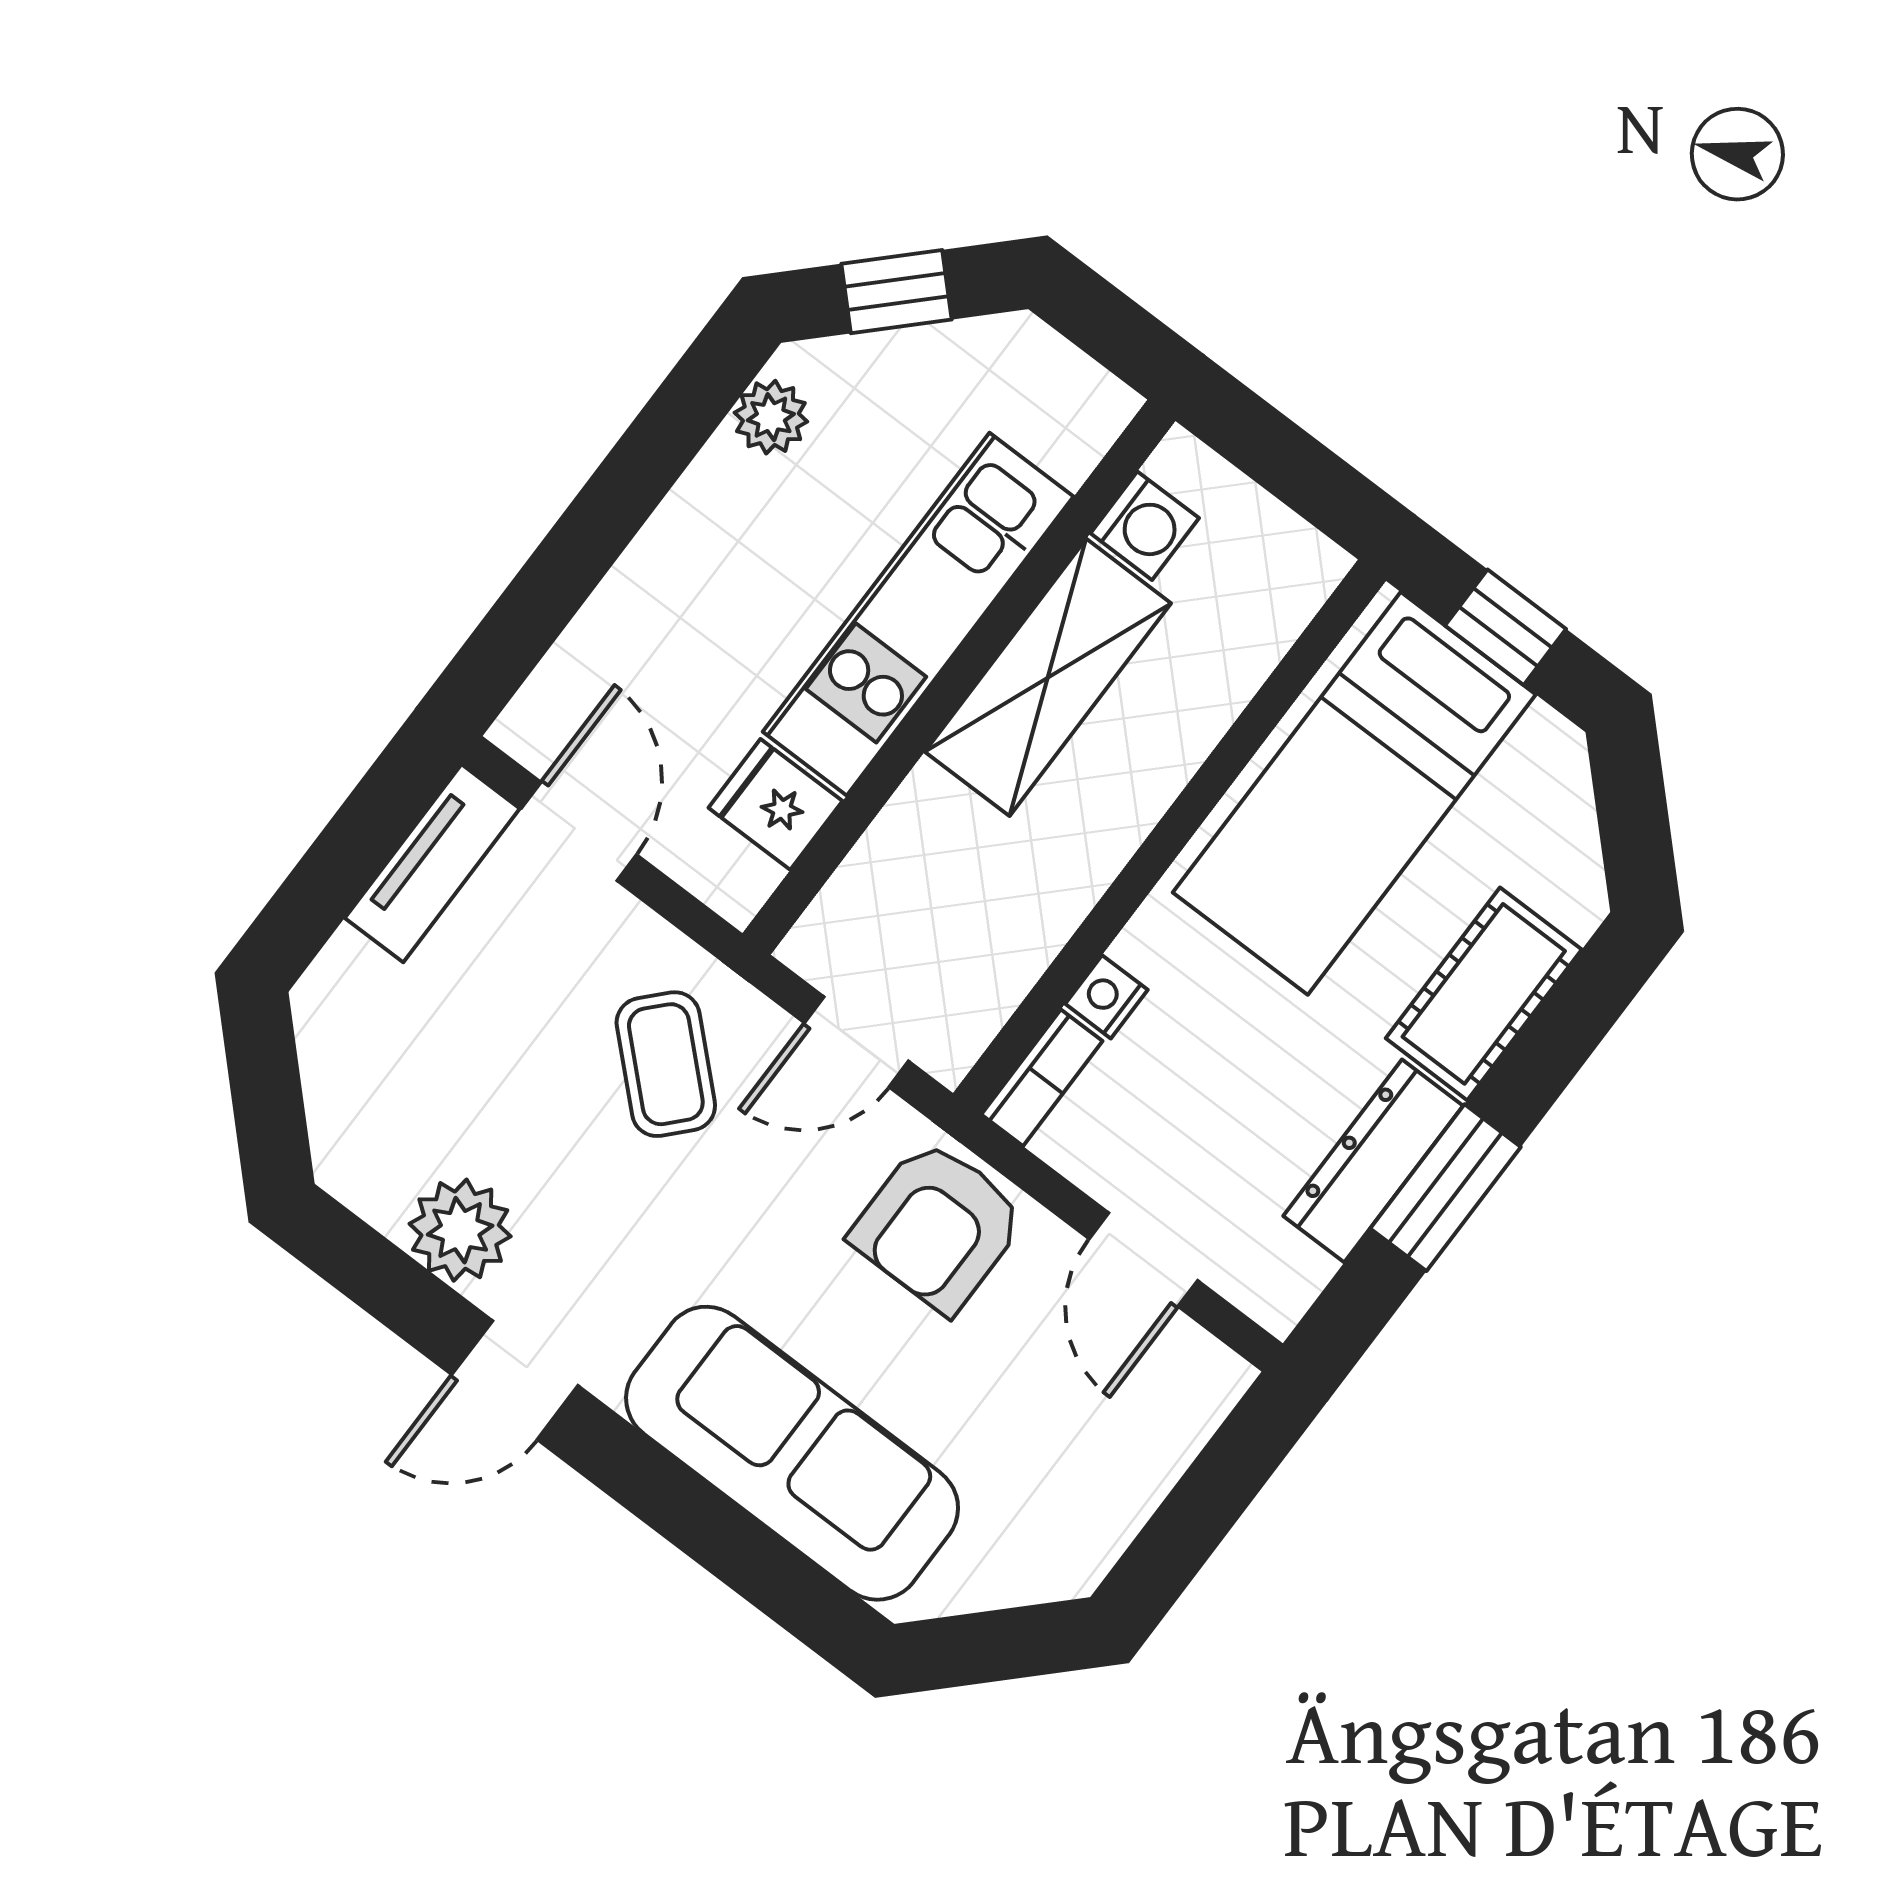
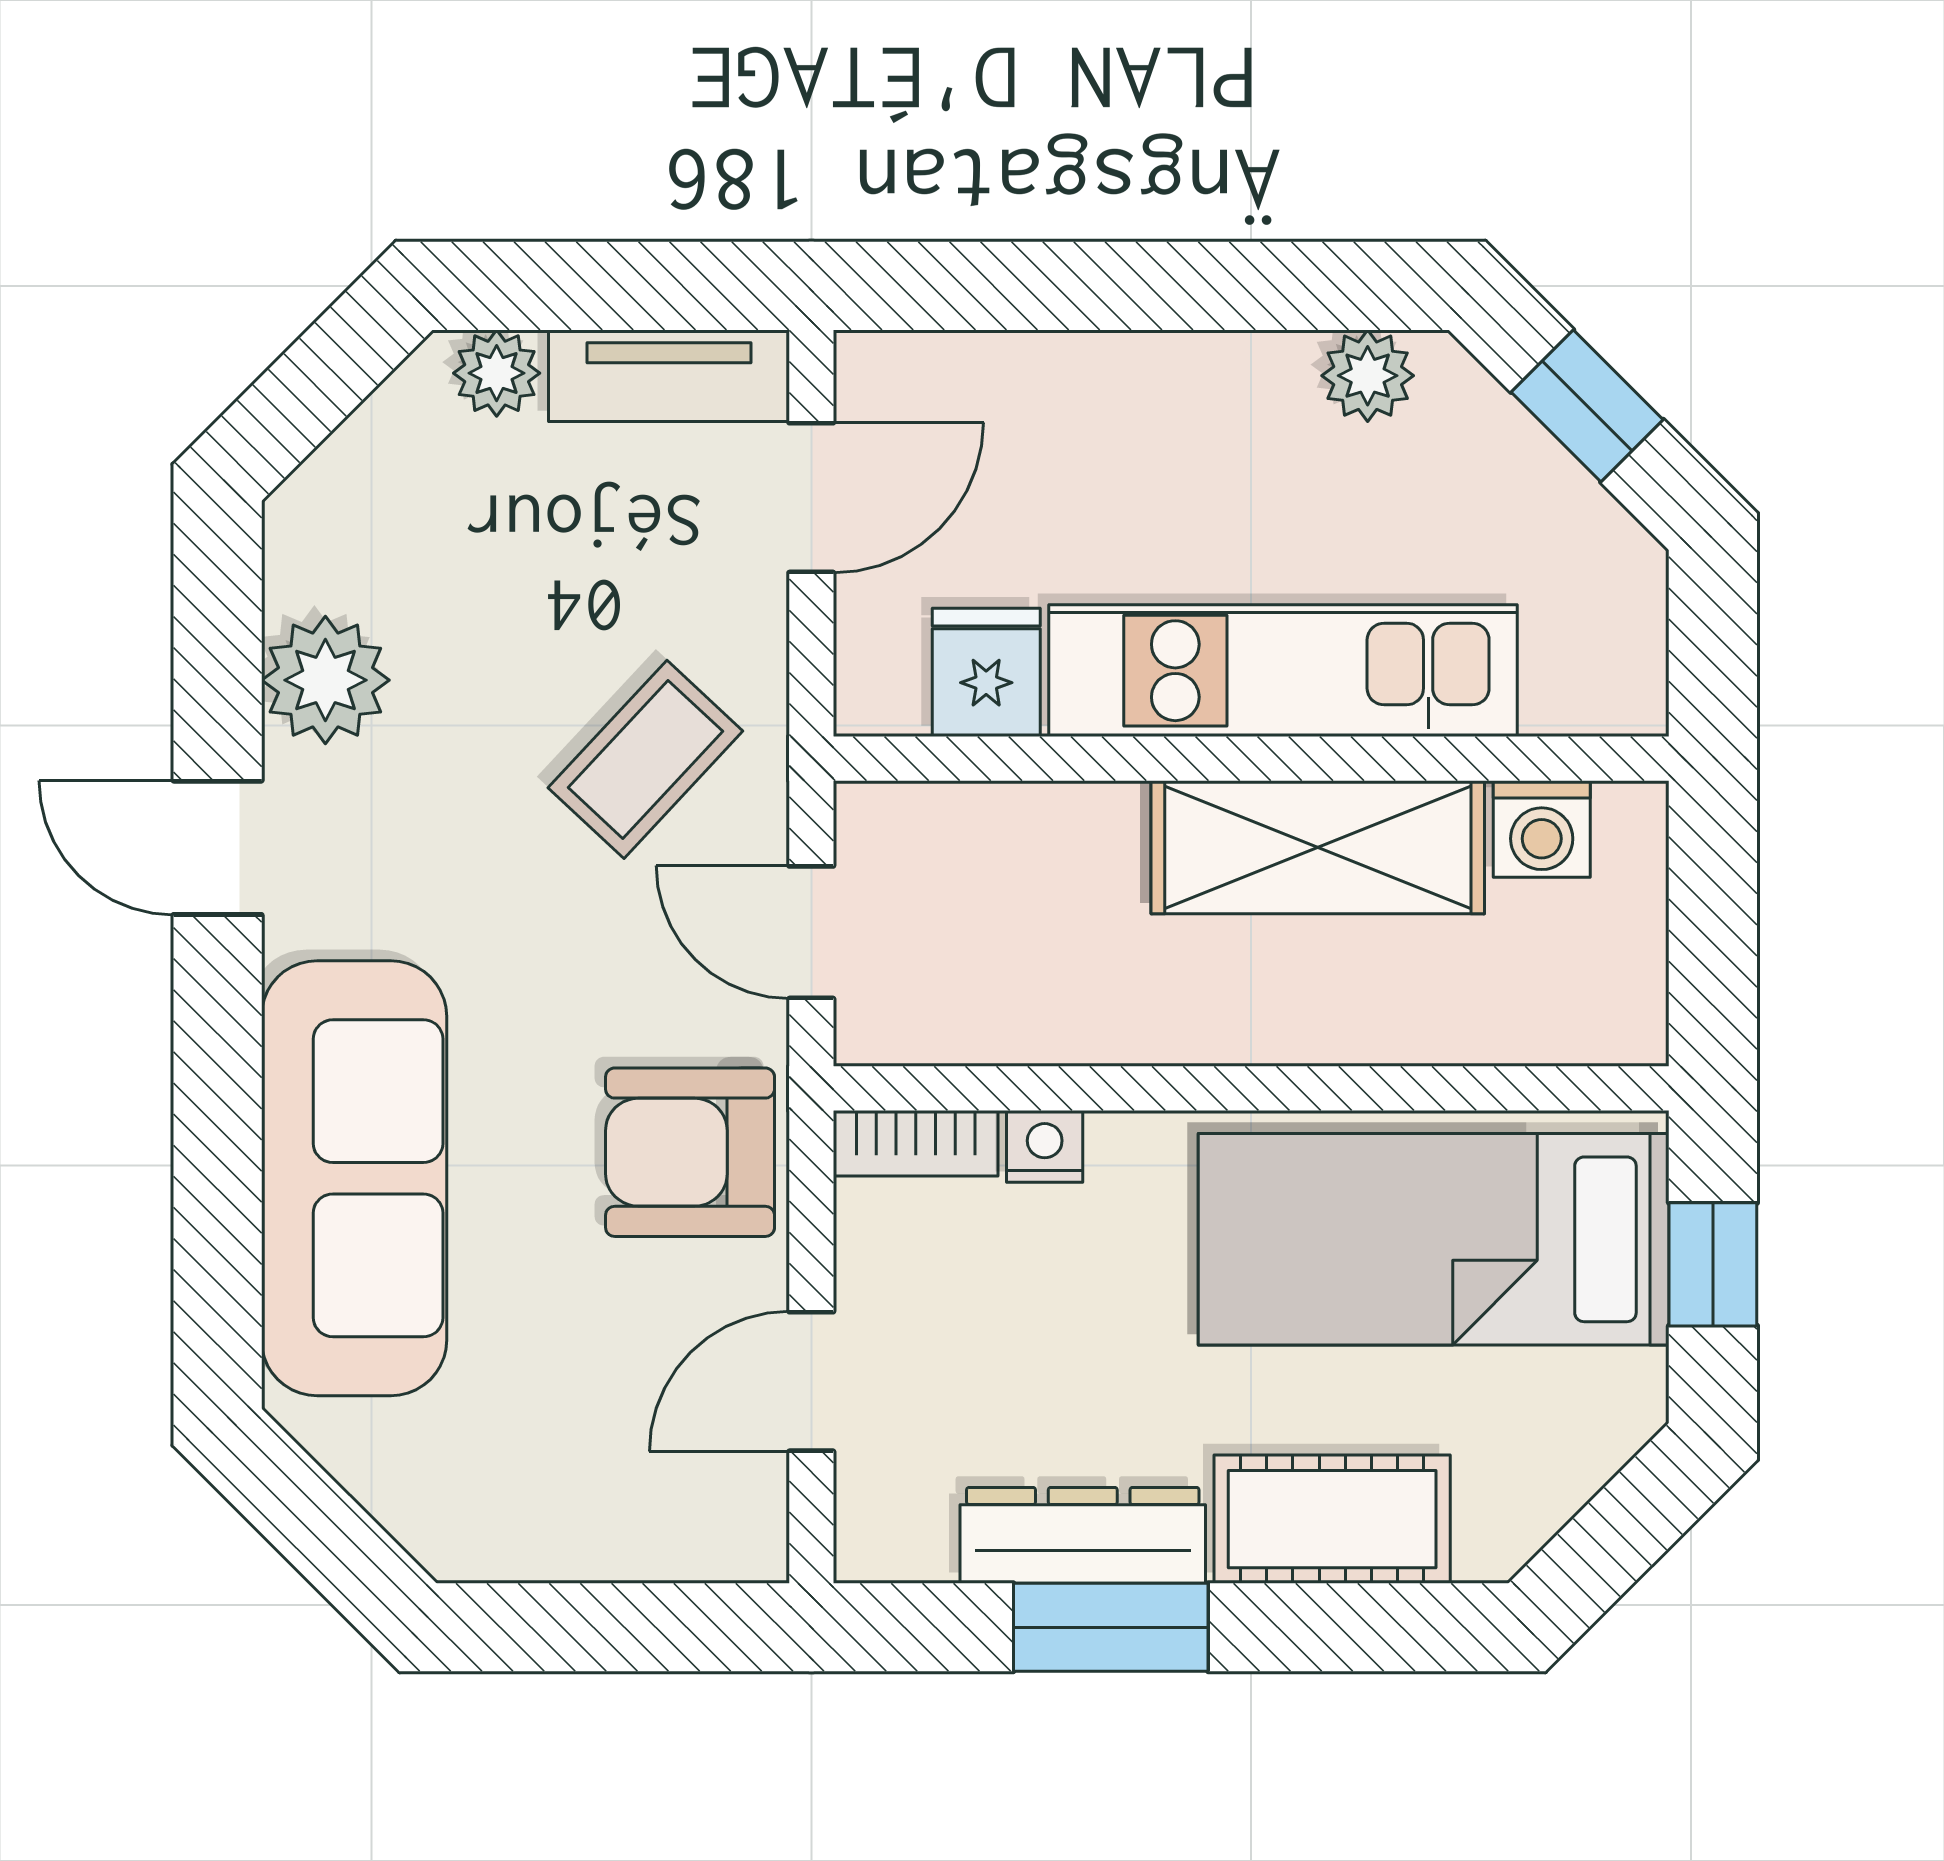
plant: (347, 972) -> (497, 373), added

